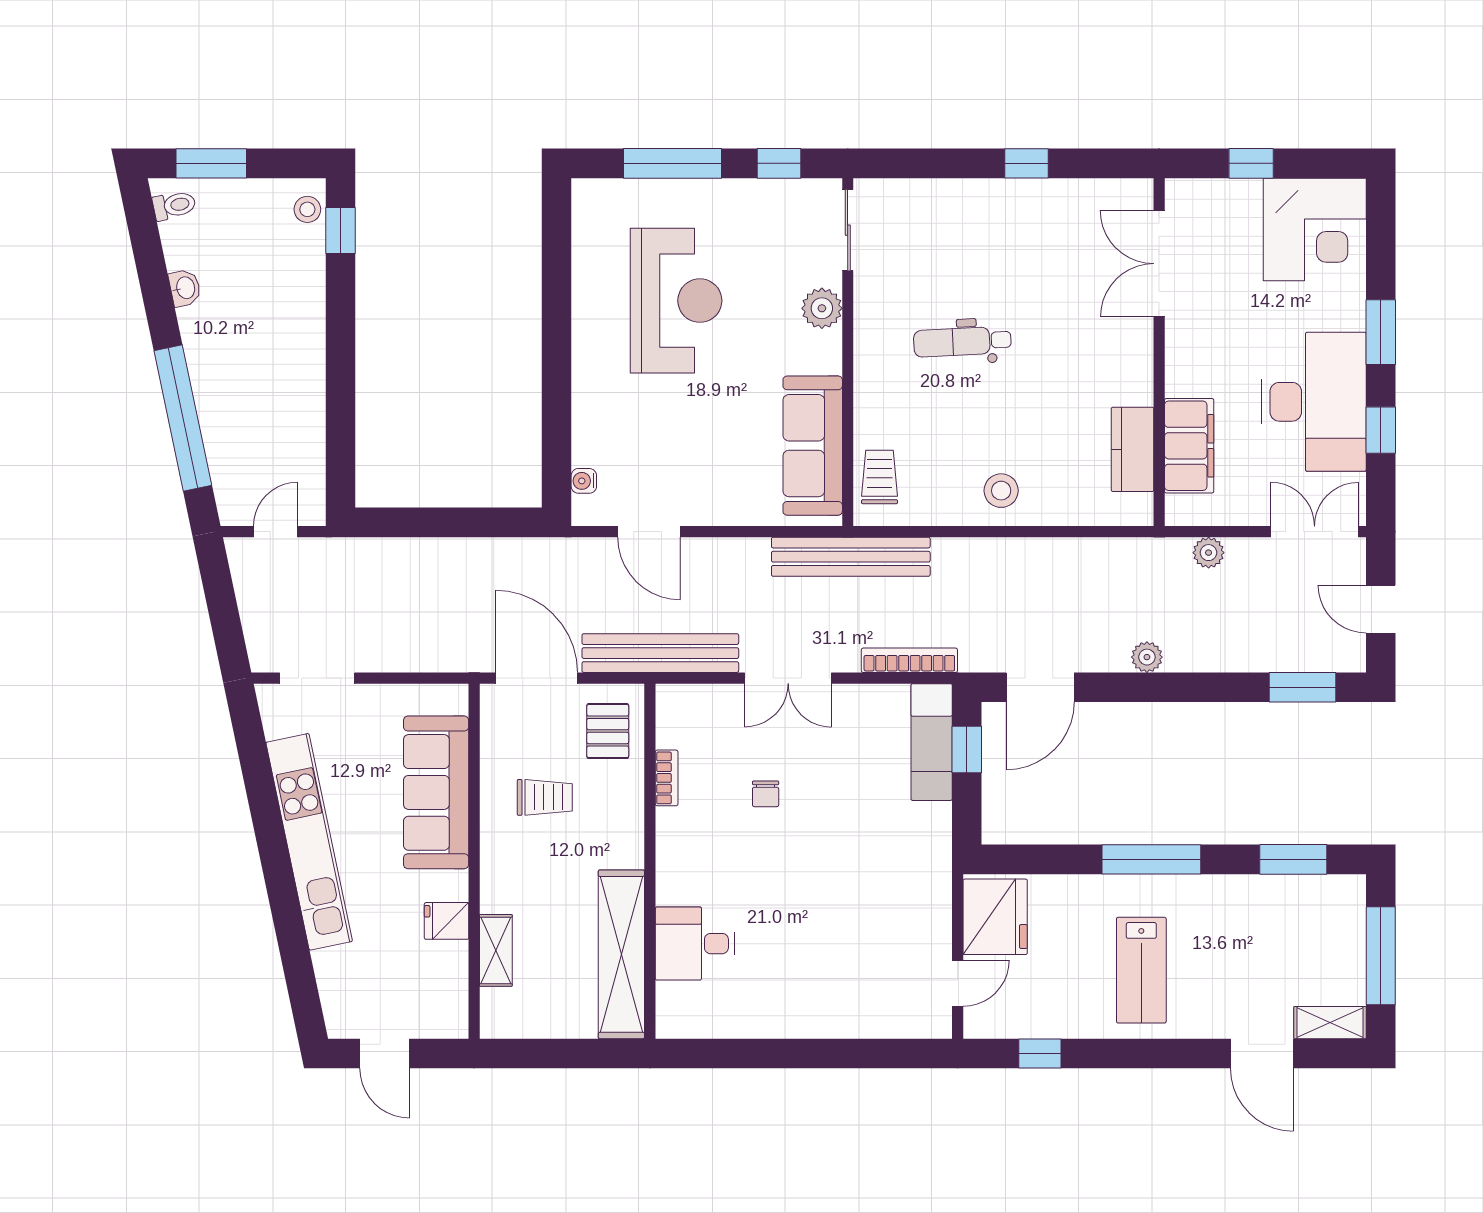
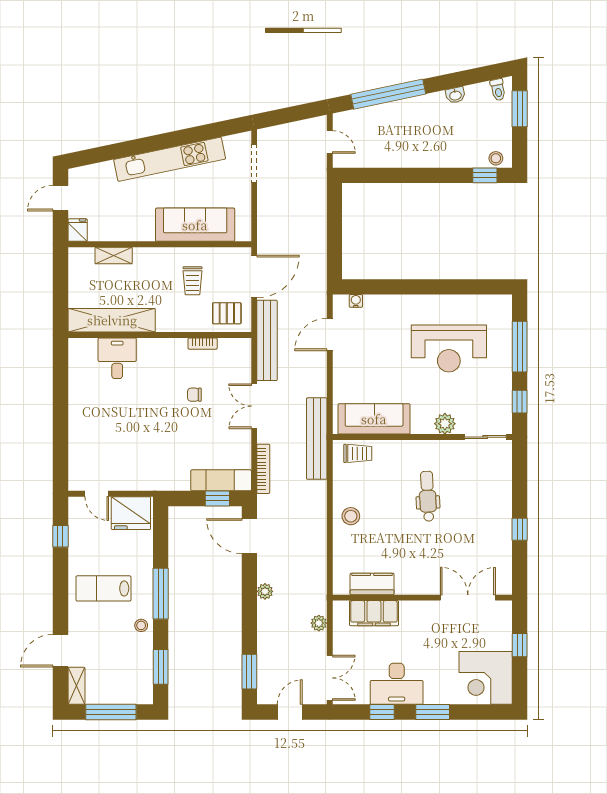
desk: (1314, 402) -> (397, 684), width x0.73, depth x0.77
stool: (1213, 897) -> (141, 625), added
fridge: (447, 921) -> (78, 230), moved

